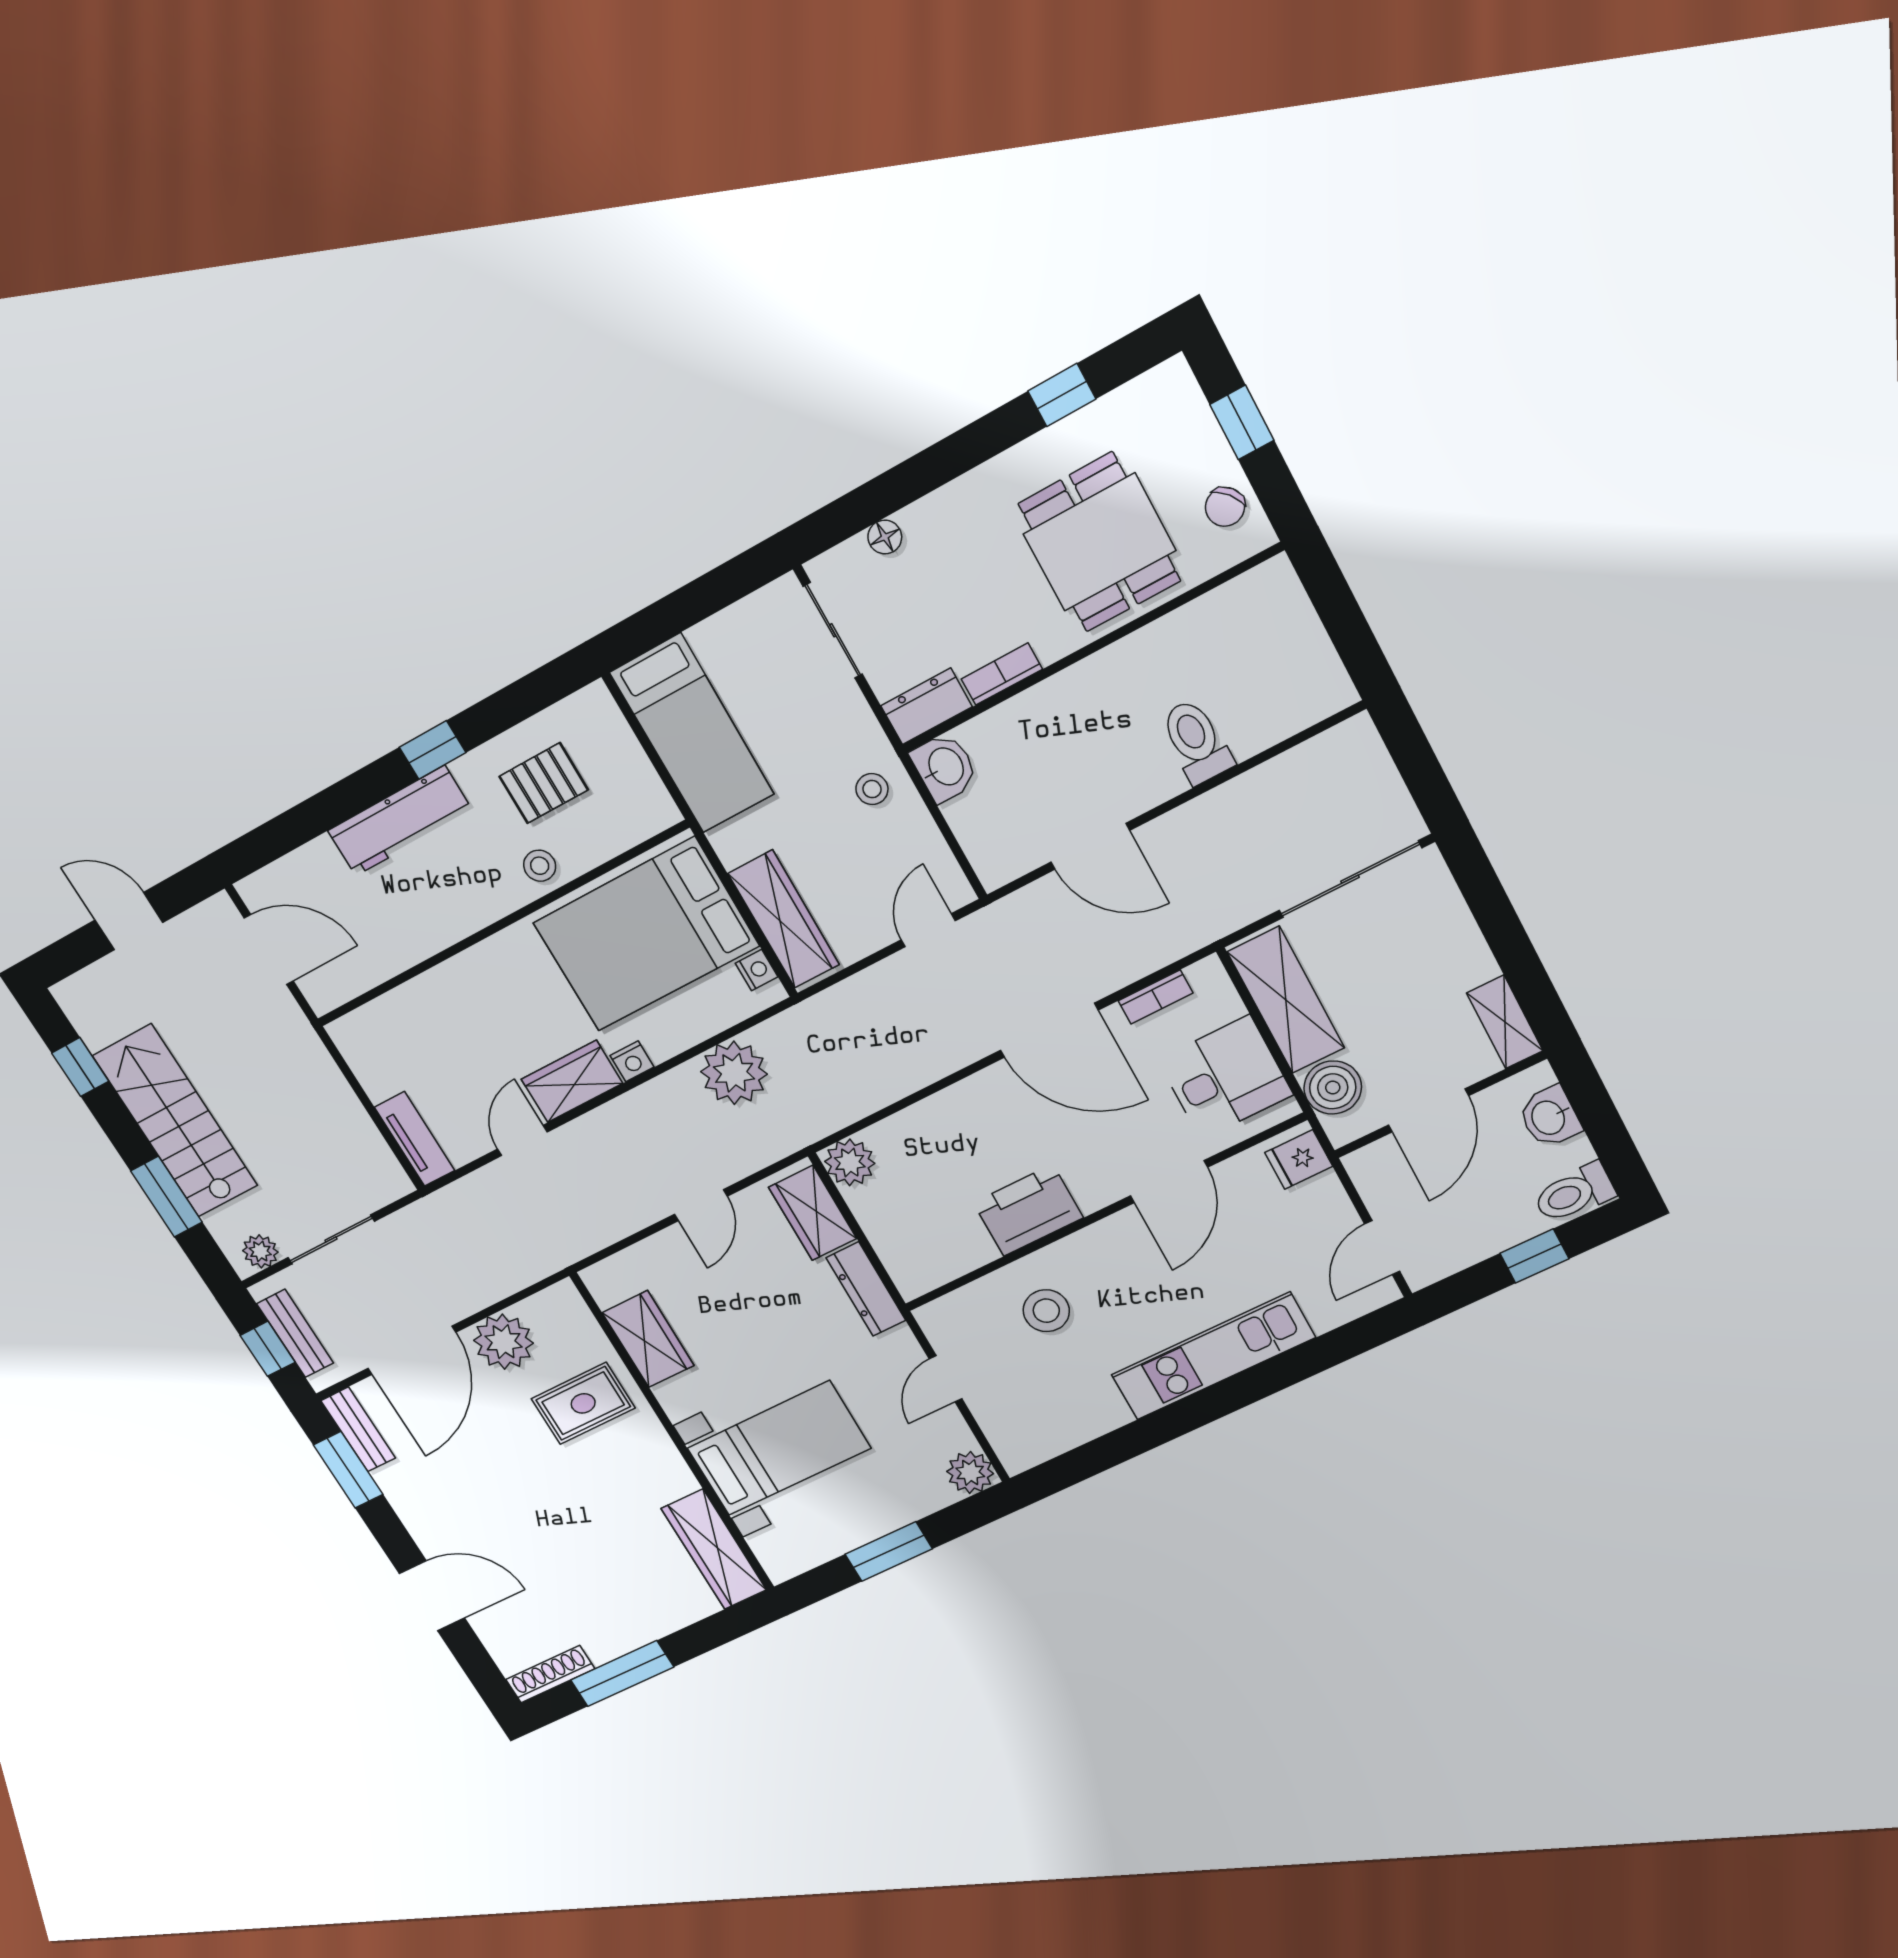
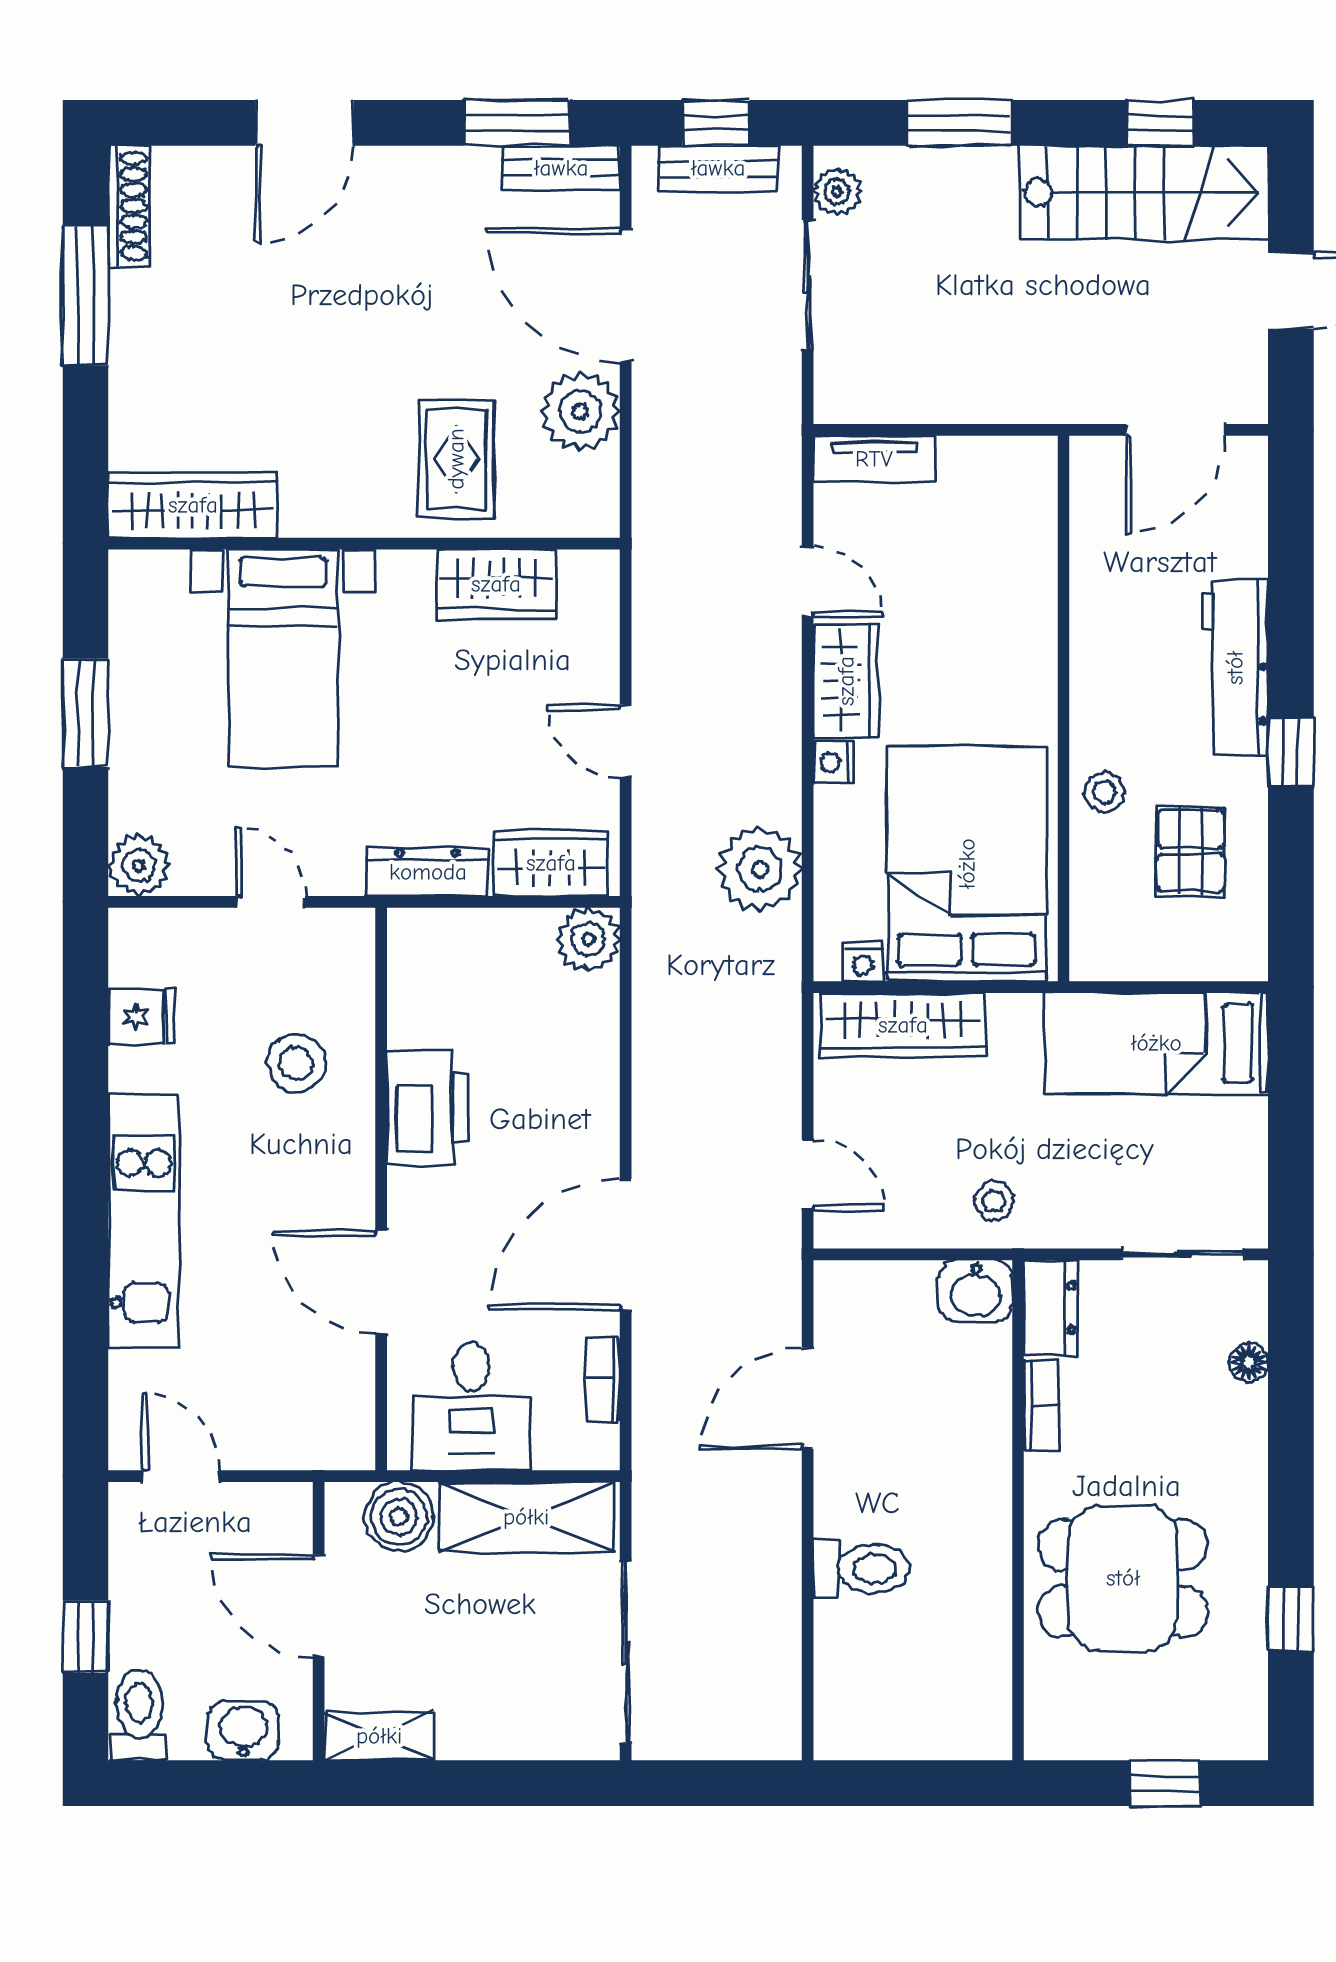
chair: (1225, 507) -> (1089, 1723), removed
stairs: (175, 1121) -> (1143, 193), moved
fridge: (1299, 1159) -> (141, 1017), moved, turned 90

